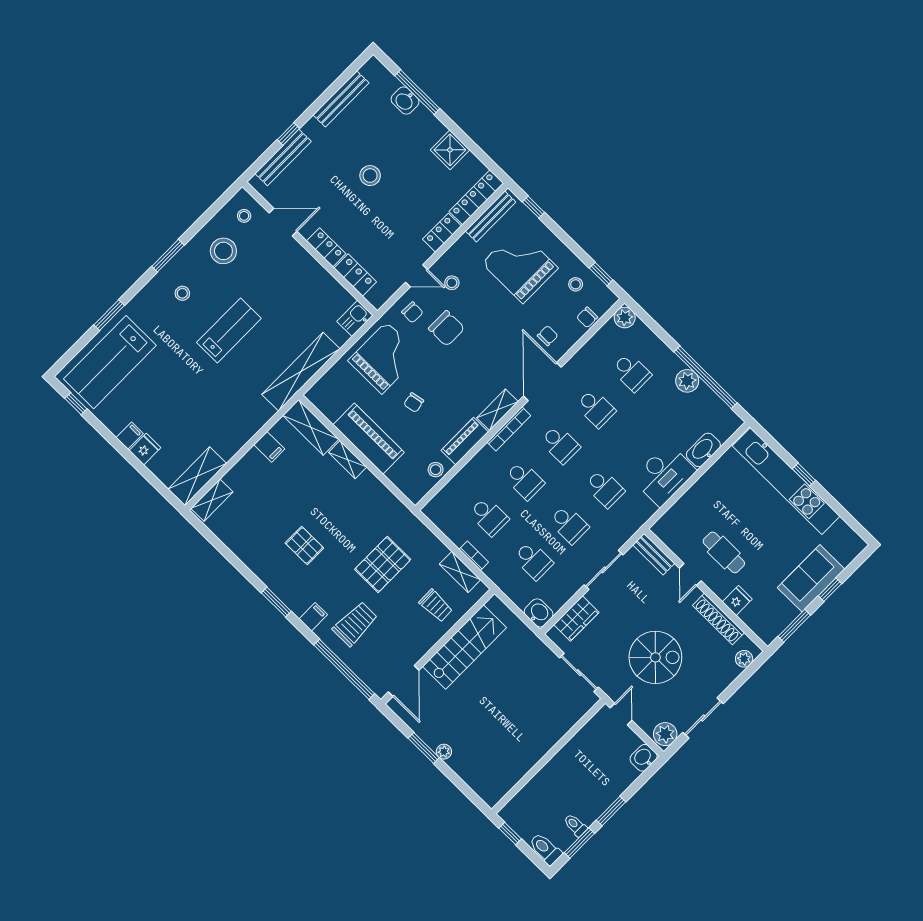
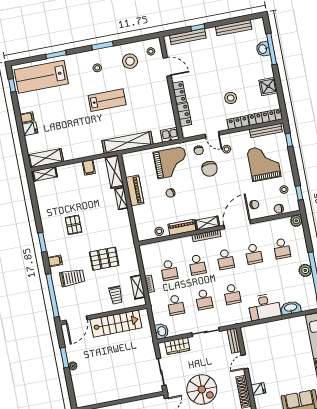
stool: (370, 176) -> (231, 98), moved
piano: (369, 439) -> (135, 191), width x0.73, depth x0.75
cafe table: (724, 552) -> (267, 362), removed

